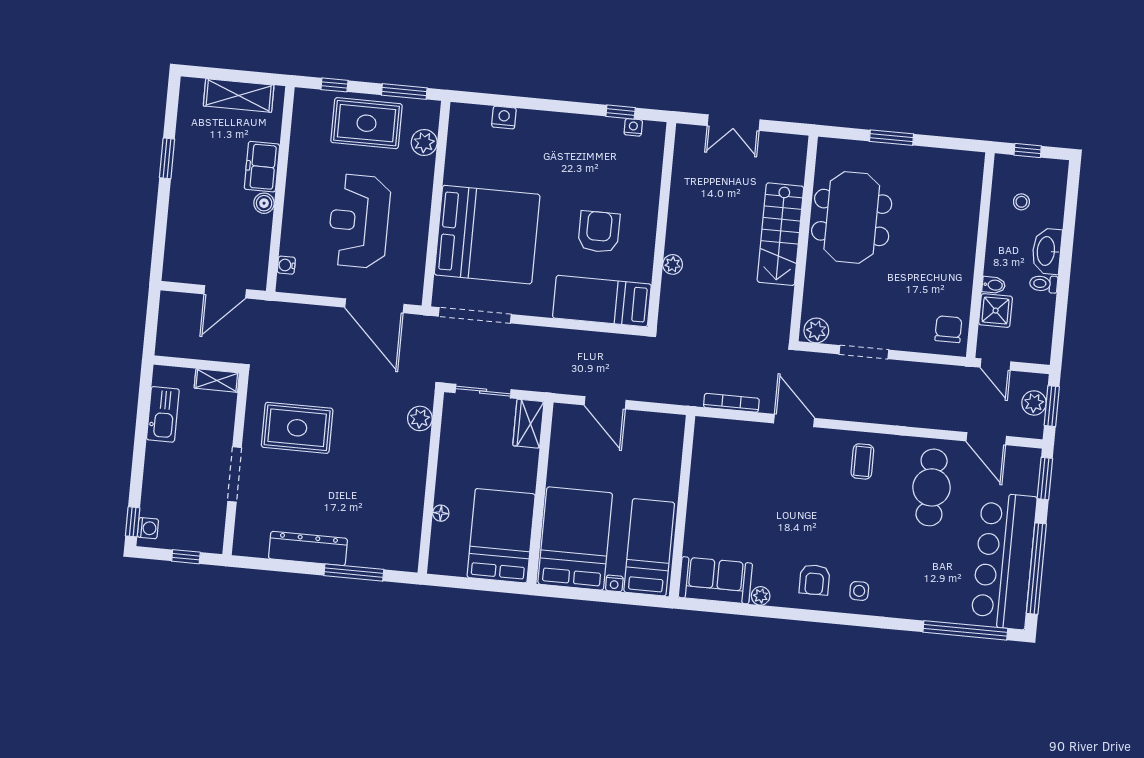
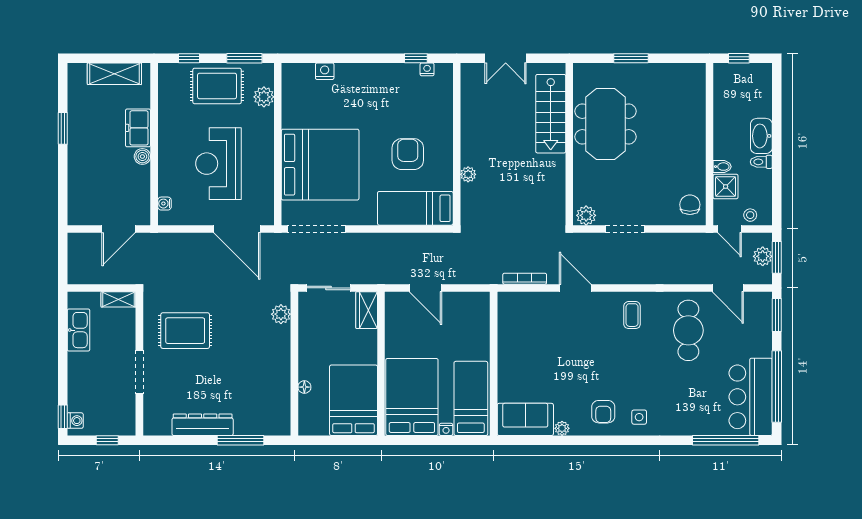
stool: (1021, 202) -> (750, 215), moved
stairs: (780, 234) -> (551, 114), moved
bar counter: (1004, 561) -> (751, 397), width x0.73

